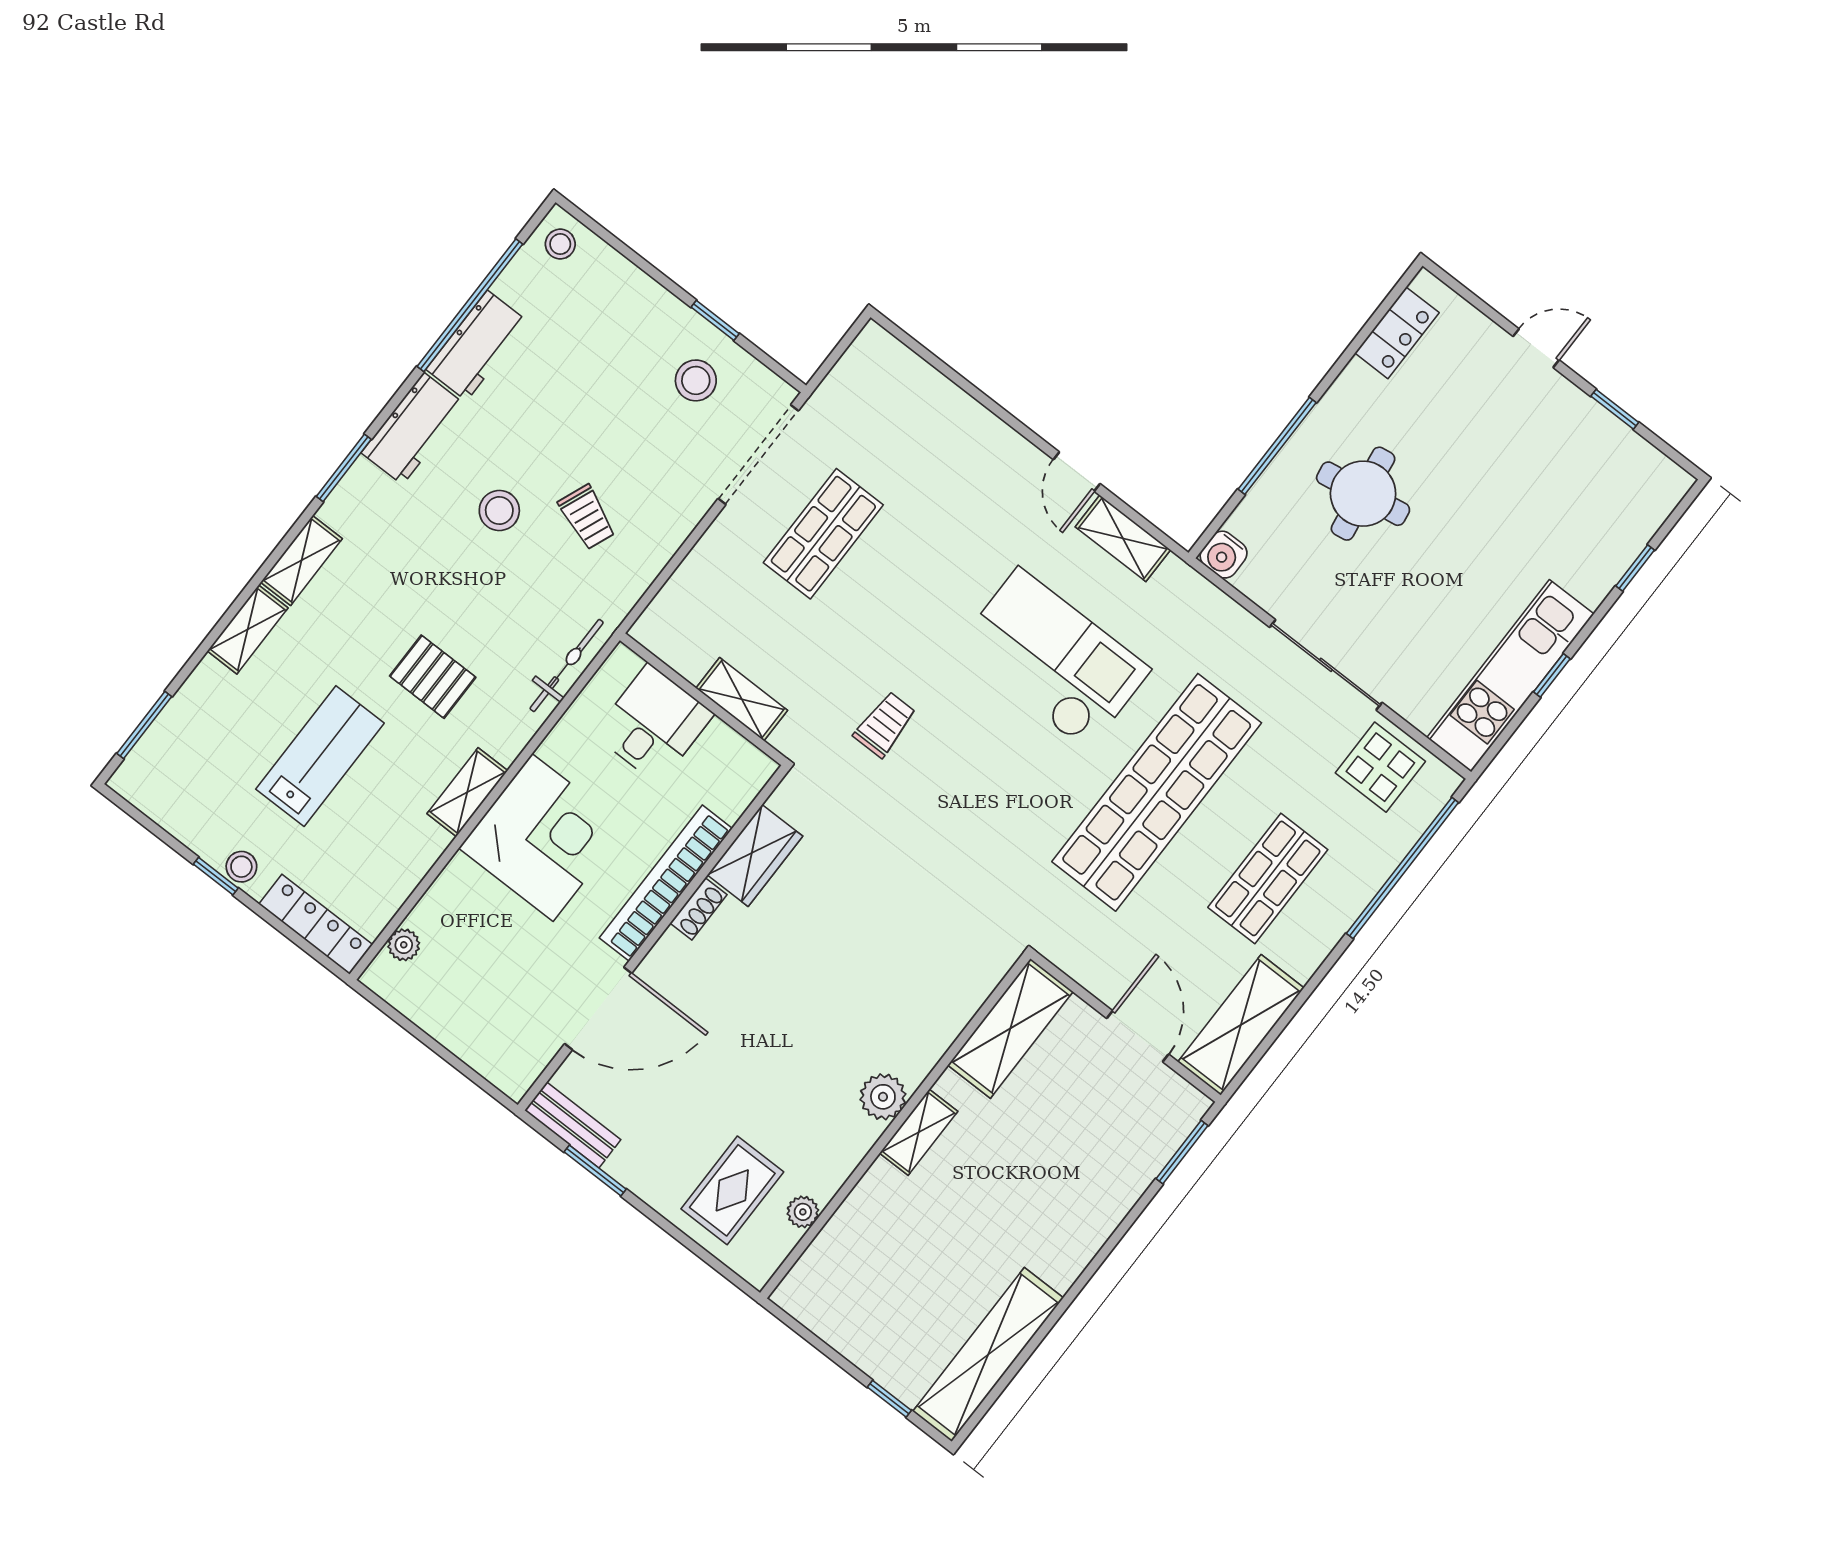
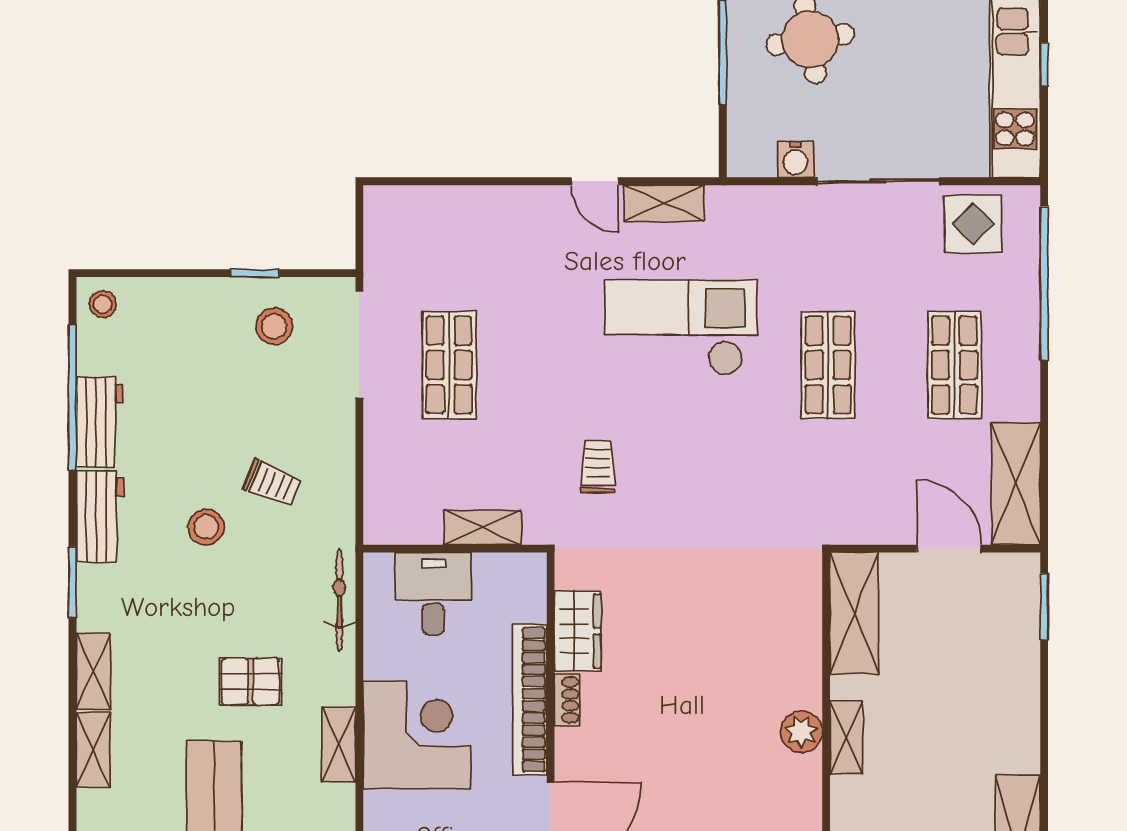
water cooler: (1224, 555) -> (795, 159), moved
shop shelf: (1157, 792) -> (828, 365), width x0.50, depth x0.74

